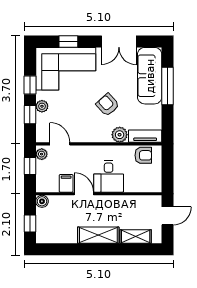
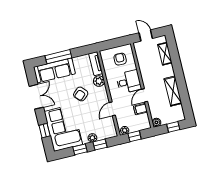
door: (60, 144) -> (112, 109), moved
armchair: (143, 155) -> (120, 59), moved
shelving: (98, 235) -> (173, 91), moved

